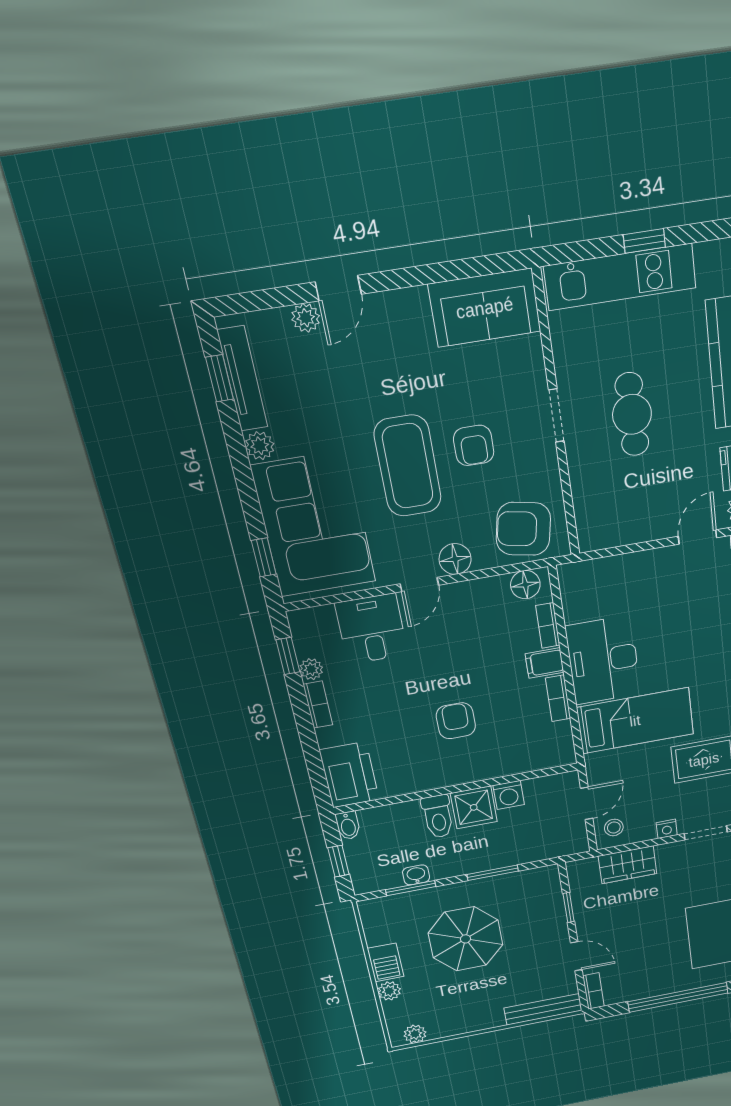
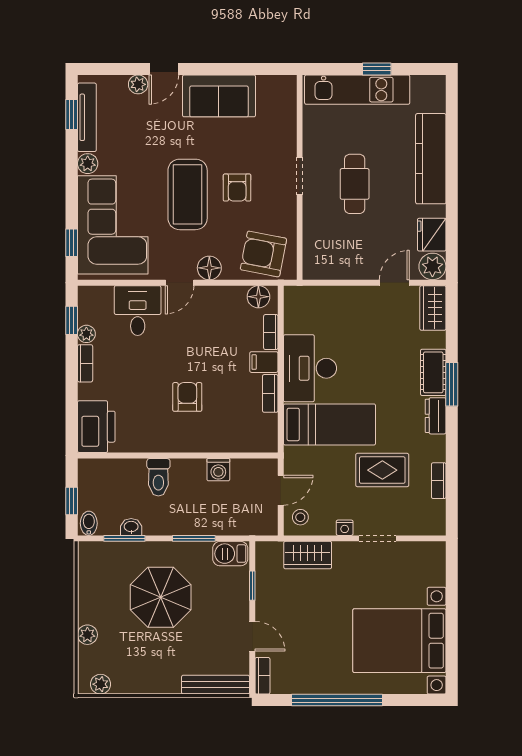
sofa: (485, 308) -> (219, 96), moved
shower: (474, 807) -> (188, 475), removed
bidet: (348, 826) -> (89, 523), moved, turned 180
barbecue: (386, 962) -> (230, 554), moved, turned 90

